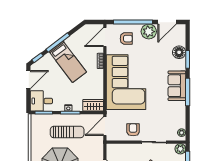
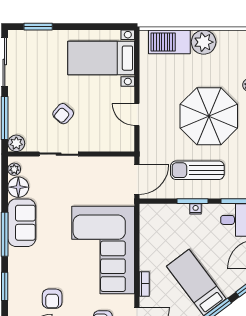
floor lamp: (179, 52) -> (18, 187), moved
sofa: (177, 86) -> (22, 223), moved
wardrobe: (93, 105) -> (156, 213), removed
armchair: (133, 130) -> (52, 299), moved

